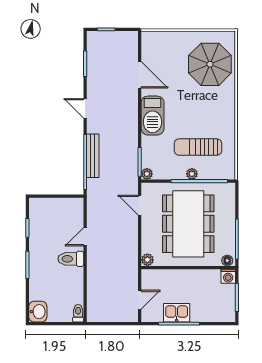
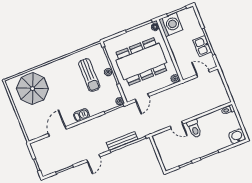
barbecue: (153, 116) -> (82, 115), width x0.53, depth x0.65
washing machine: (228, 276) -> (171, 25), width x1.89, depth x1.89

